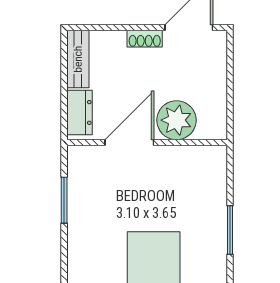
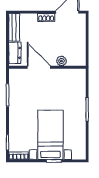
plant: (176, 120) -> (61, 61), width x0.53, depth x0.53
door: (129, 142) -> (39, 67), hinge flipped

